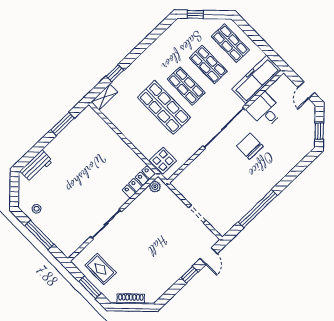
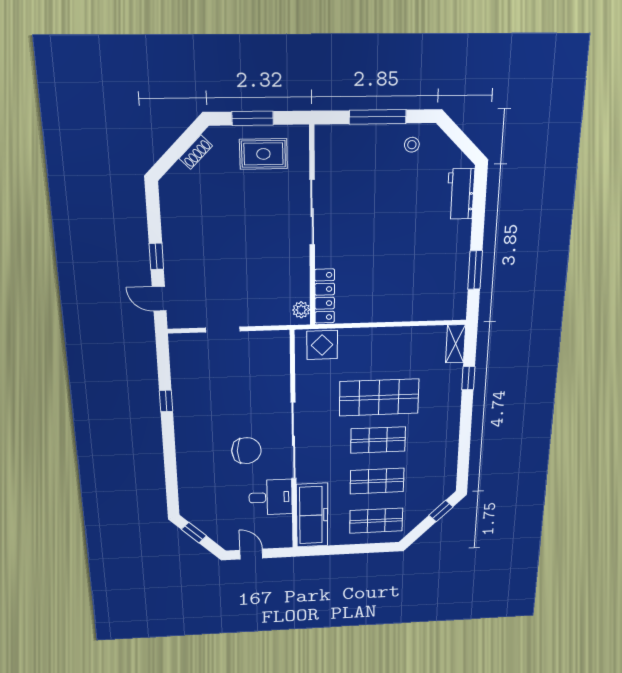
window: (258, 209) -> (166, 401), width x0.32
shoe rack: (131, 298) -> (196, 152), width x0.70

